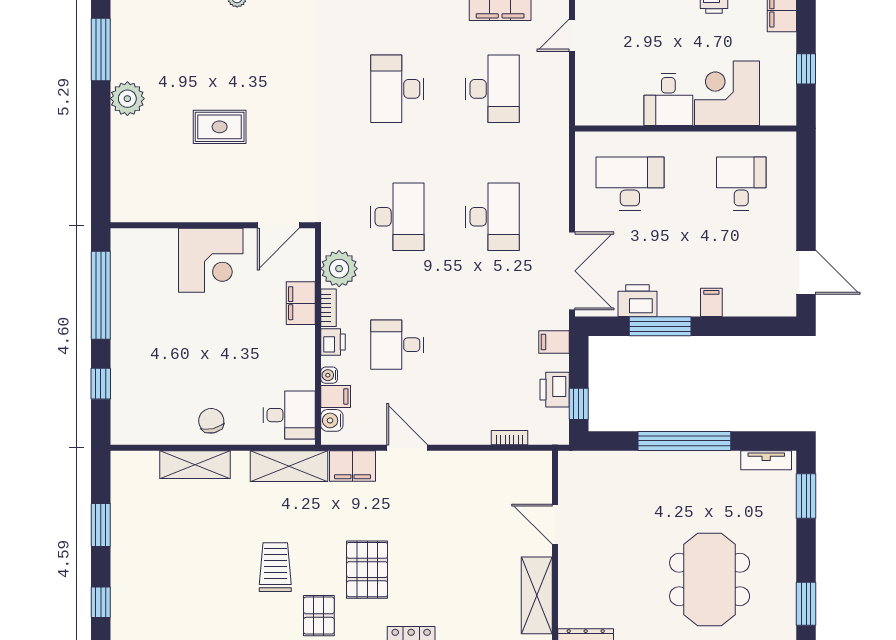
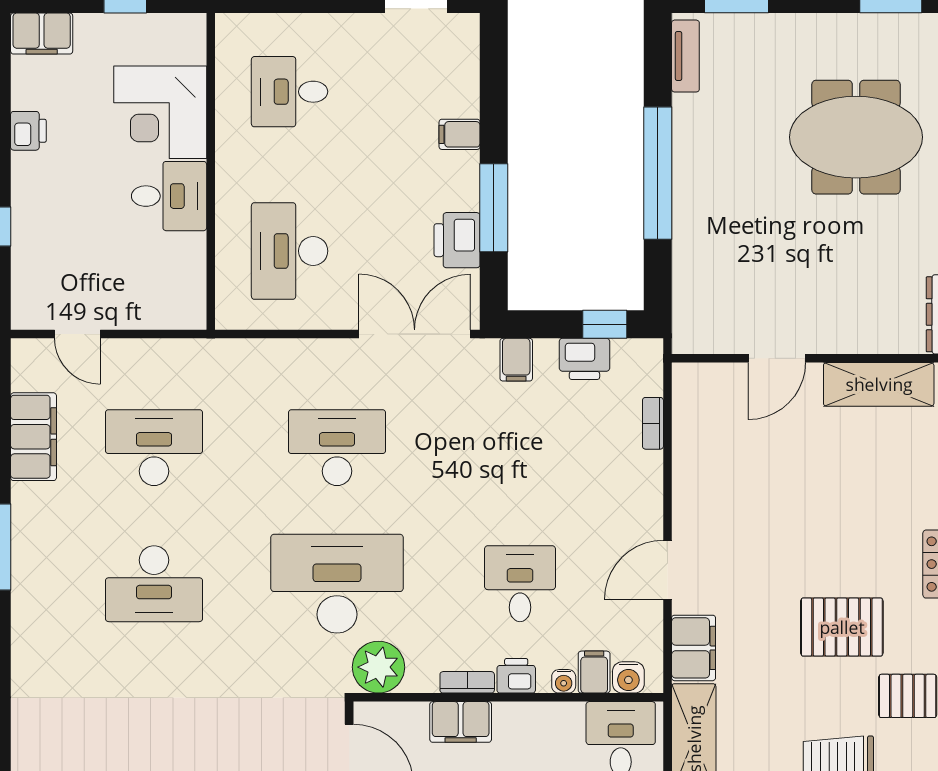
desk: (397, 217) -> (337, 584), width x1.36, depth x1.30
plant: (339, 269) -> (378, 667), moved
desk: (397, 345) -> (520, 584), turned 180

